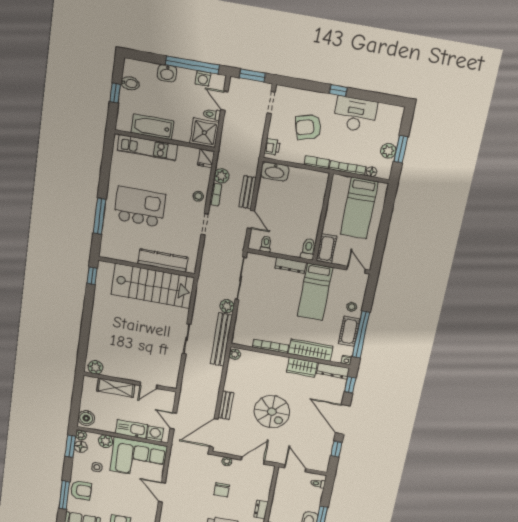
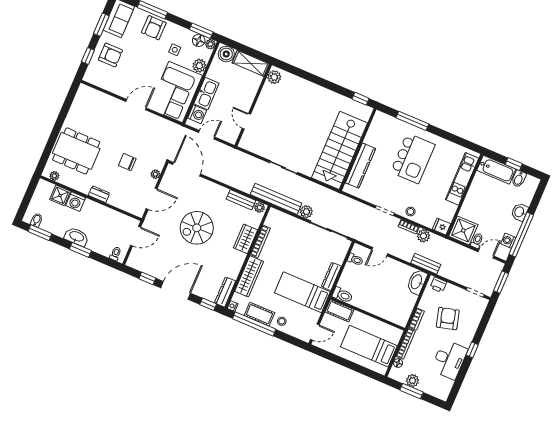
bathtub: (152, 127) -> (496, 170), moved, turned 90
bench: (247, 192) -> (426, 264), moved
wardrobe: (302, 367) -> (245, 239), moved
shelving: (116, 388) -> (251, 63), moved, turned 90
bench: (226, 405) -> (241, 200), moved
door: (253, 460) -> (152, 199), hinge flipped

